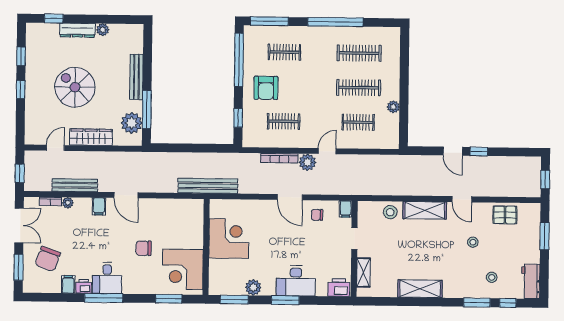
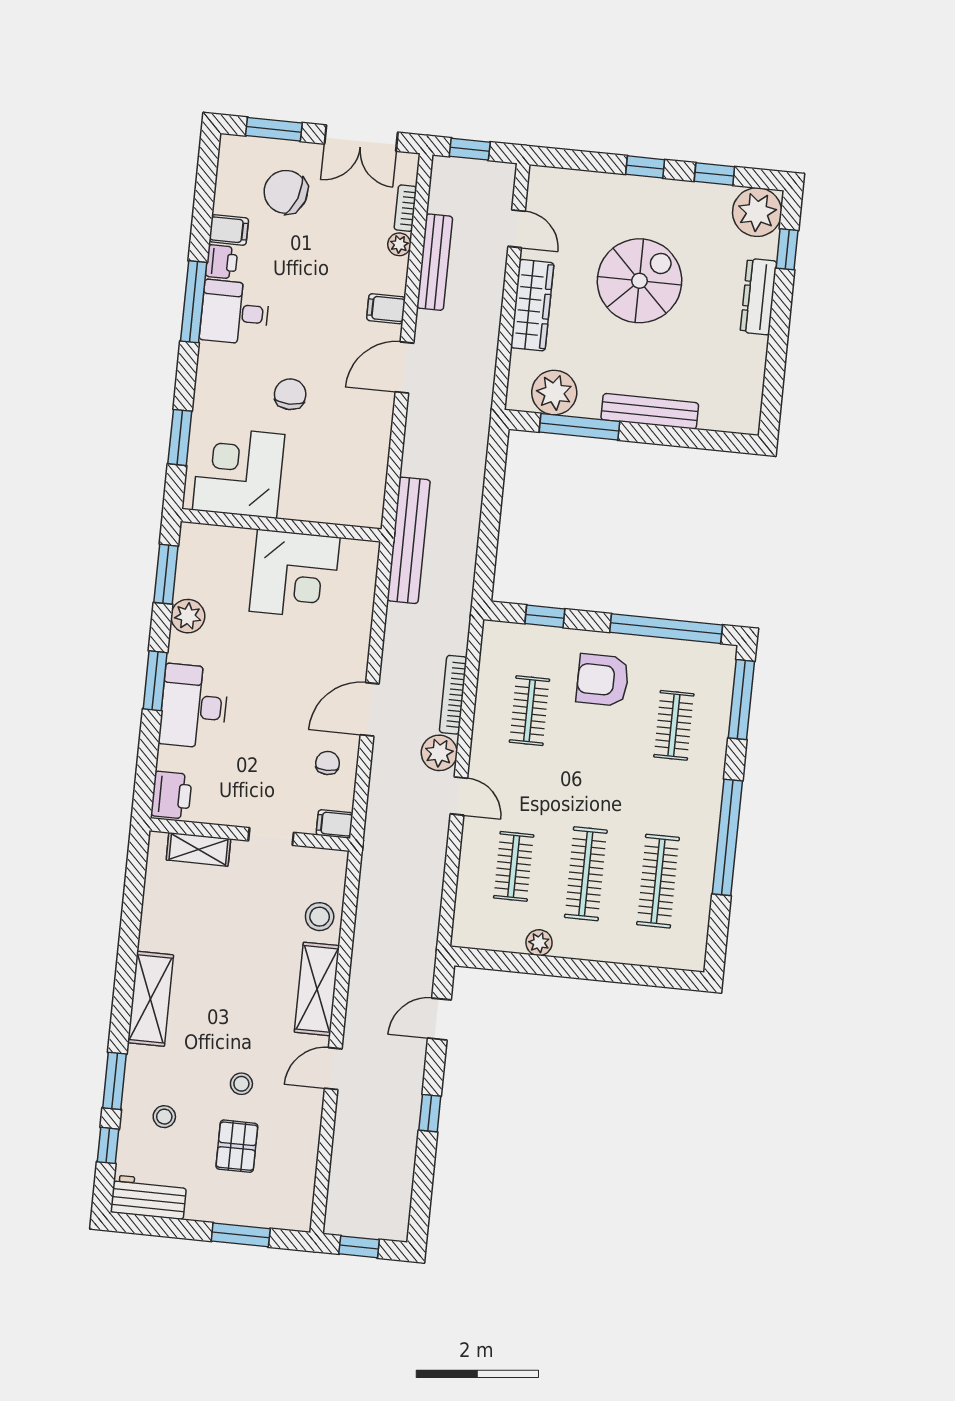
plant: (103, 30) -> (757, 212), moved, width x1.87, depth x1.87
door: (453, 151) -> (439, 1019), moved
pallet: (505, 215) -> (237, 1146), moved
shelving: (420, 289) -> (151, 999), moved

